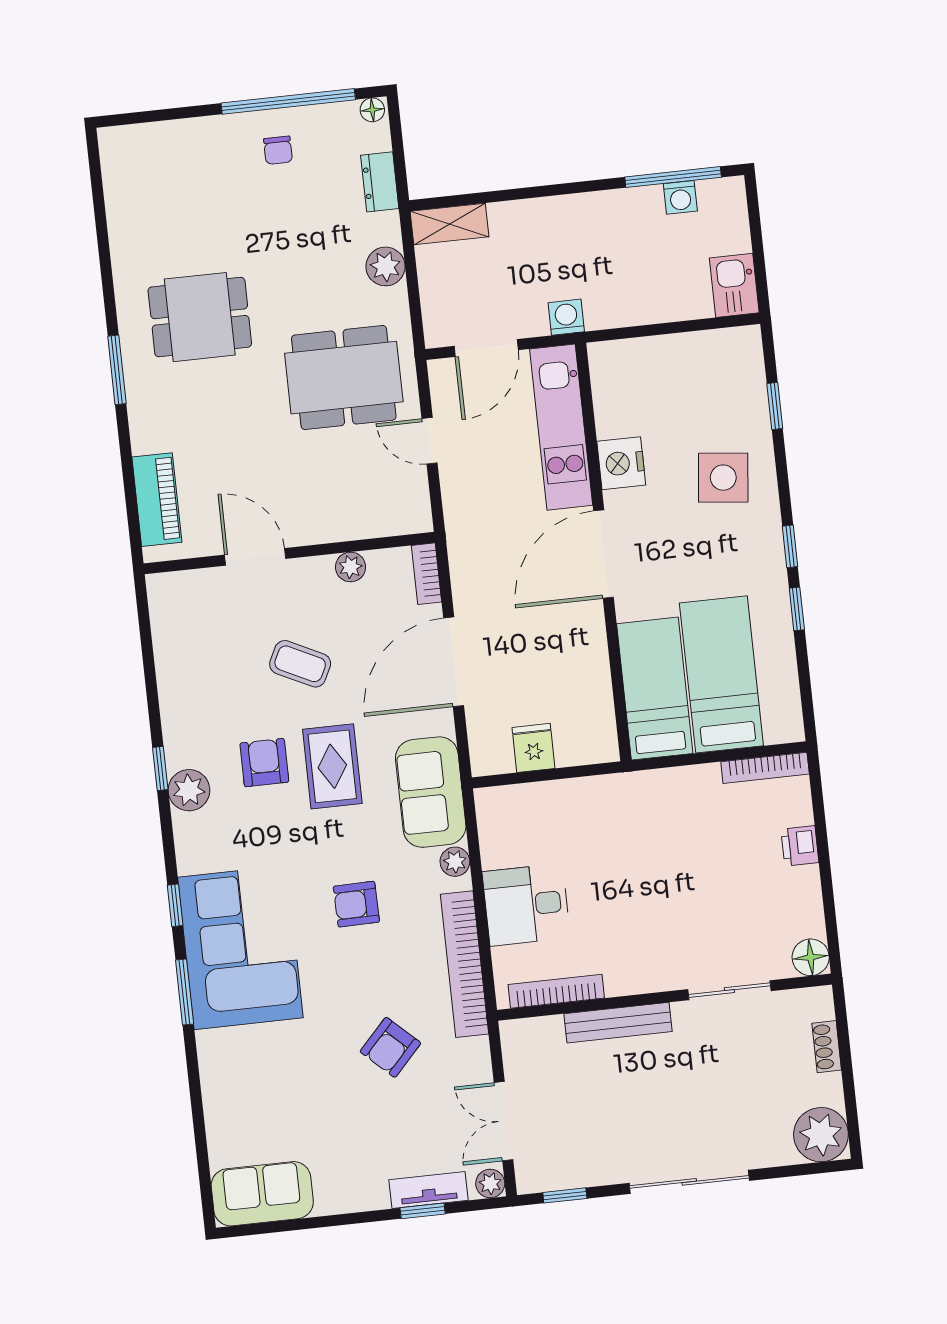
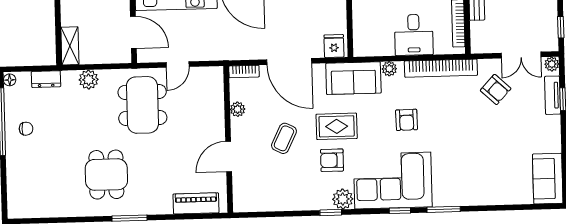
fridge: (533, 748) -> (334, 46), moved, turned 90
corner sofa: (240, 947) -> (393, 181), moved
armchair: (390, 1047) -> (496, 89), moved

